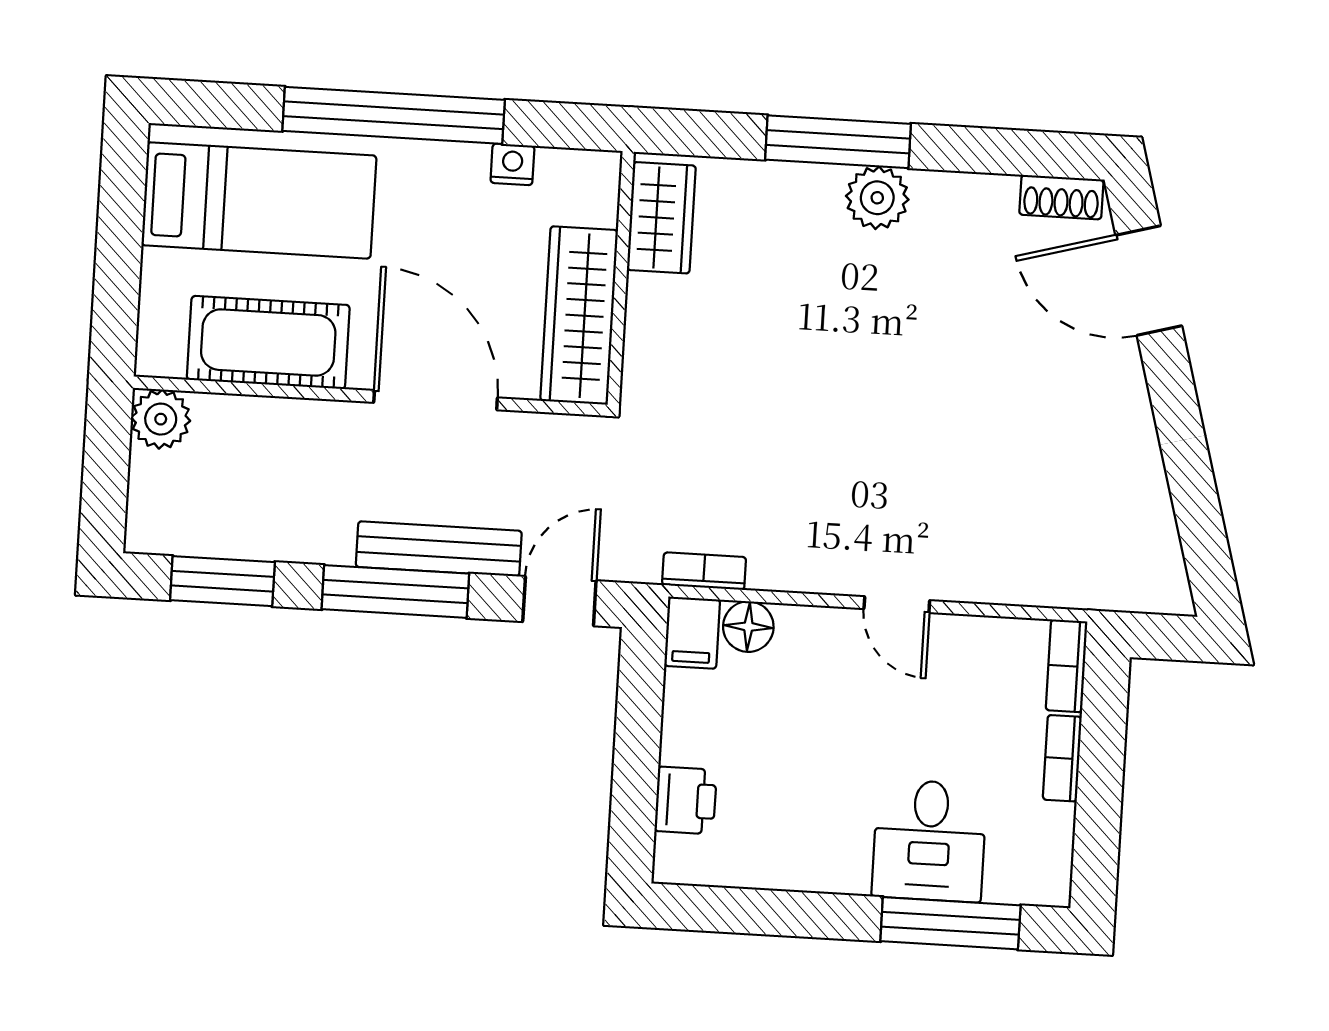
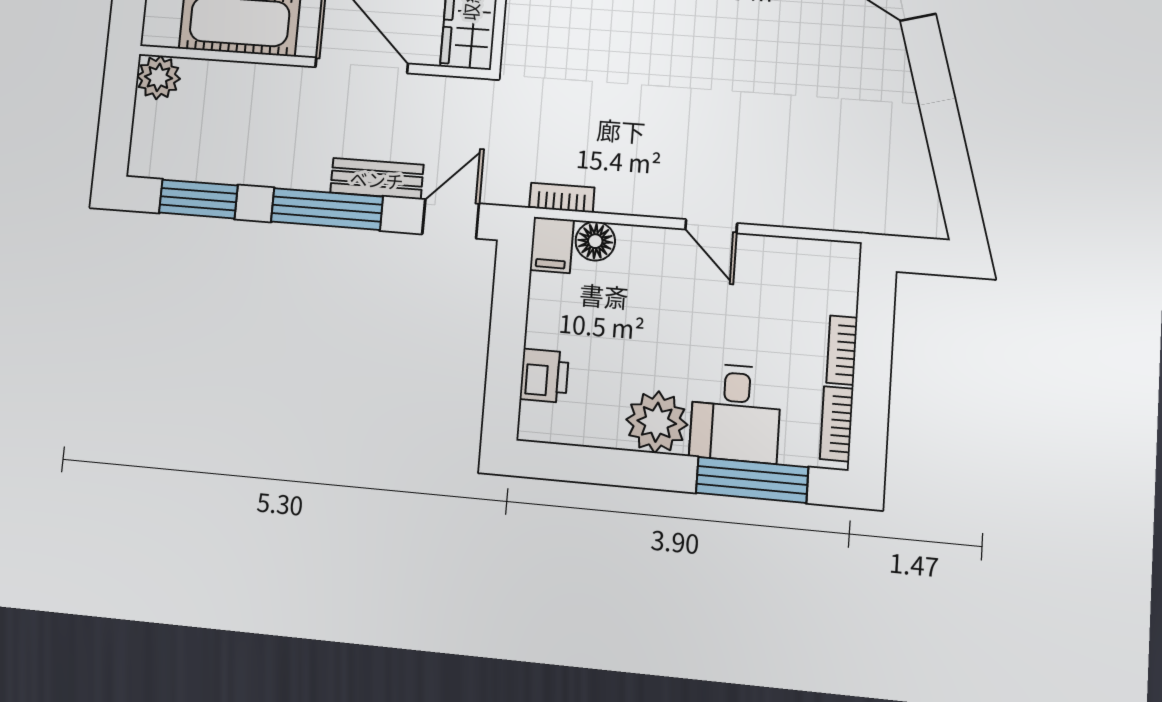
bench: (439, 549) -> (377, 179), width x0.73
bookcase: (1067, 666) -> (837, 424), moved
plant: (830, 855) -> (657, 422), added

